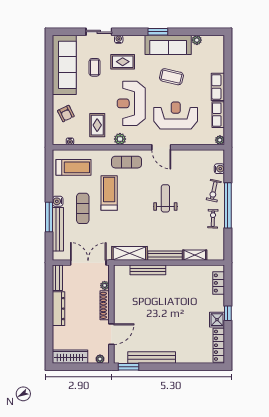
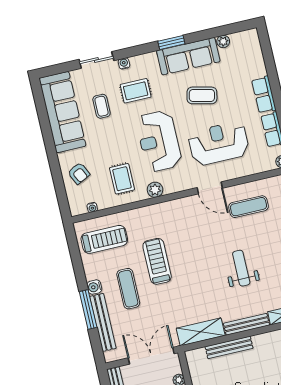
exercise mat: (127, 162) -> (248, 207), moved
weight bench: (165, 198) -> (241, 268), moved

